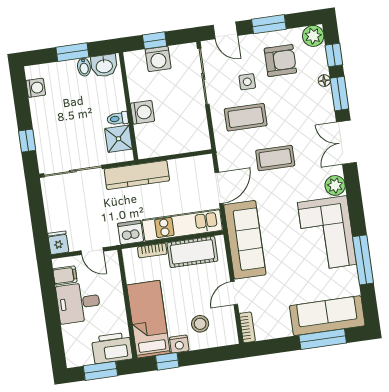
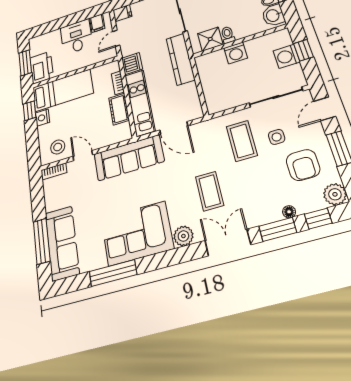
coffee table: (275, 158) -> (210, 191), moved
cot: (192, 252) -> (119, 109), width x0.73, depth x0.75
stool: (200, 324) -> (58, 147), moved

